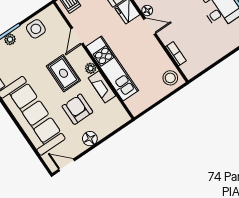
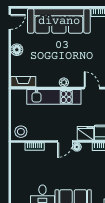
rug: (63, 73) -> (73, 62), removed
fireplace: (102, 87) -> (23, 82), moved
armchair: (77, 109) -> (42, 55), removed

